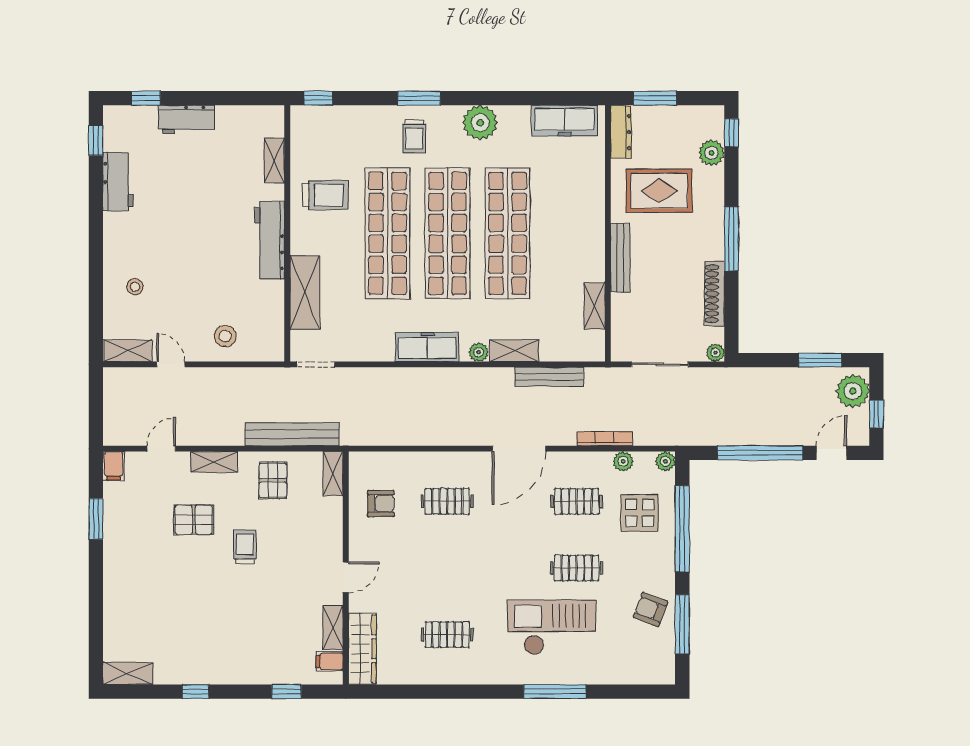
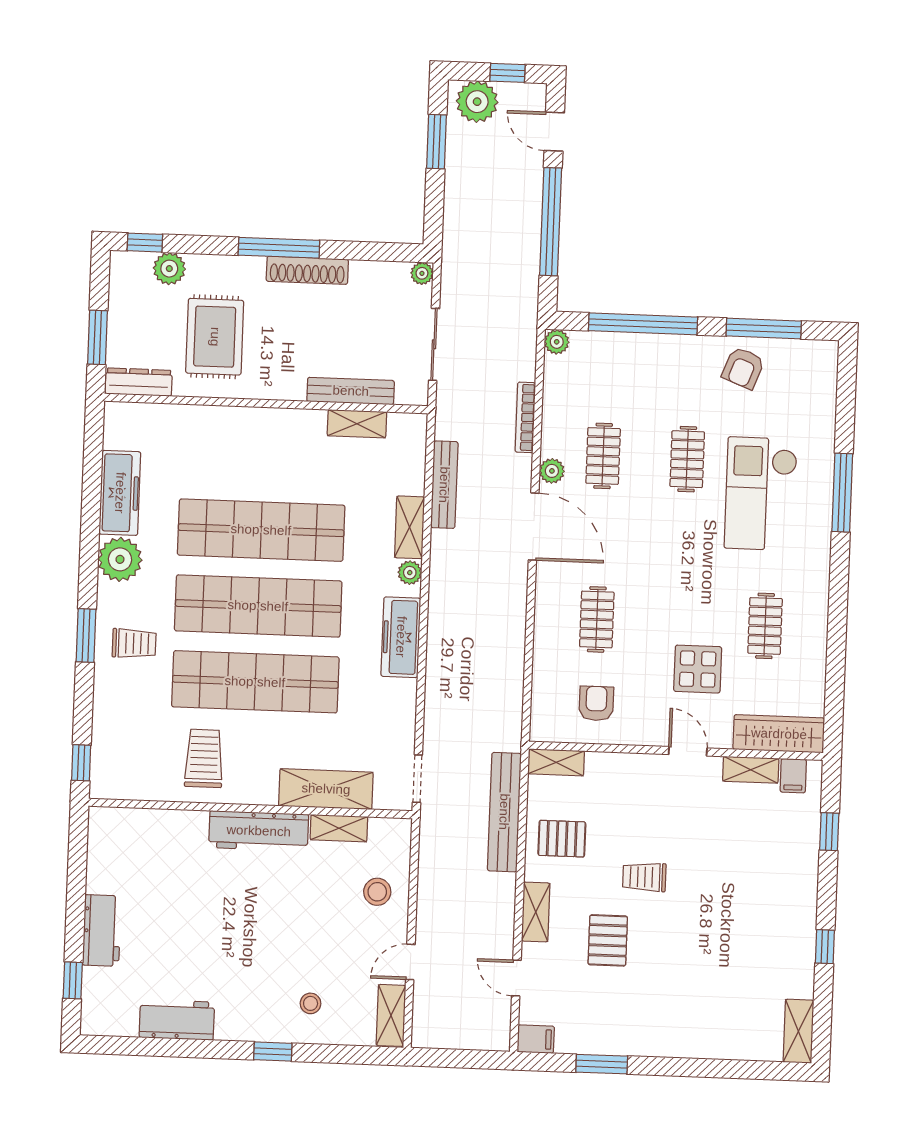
freezer: (565, 120) -> (120, 493), moved
window: (96, 140) -> (273, 1051), moved
shelving: (274, 160) -> (339, 828), moved
bench: (620, 258) -> (351, 391), moved
shoe rack: (714, 294) -> (307, 270), moved
plant: (623, 461) -> (552, 471), moved
display table: (640, 513) -> (698, 669), moved

